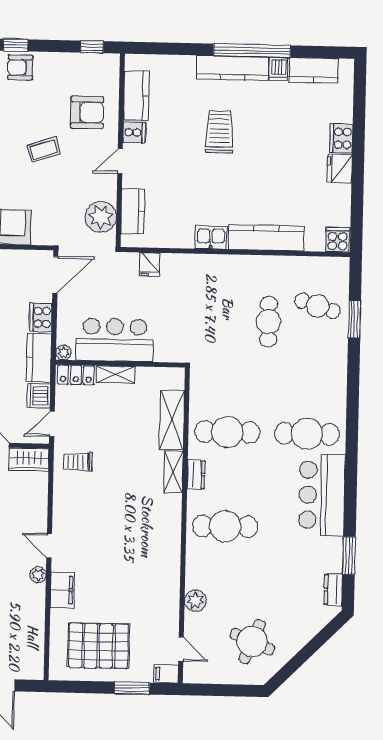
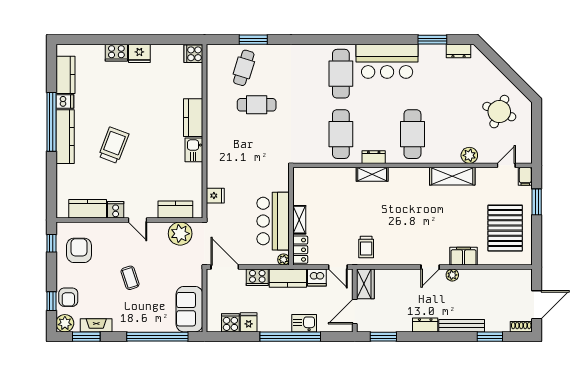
armchair: (87, 113) -> (79, 250), moved
trolley: (219, 132) -> (114, 145), turned 111
kitchen counter: (266, 238) -> (193, 118), width x0.67
shelving: (172, 420) -> (452, 176), moved

